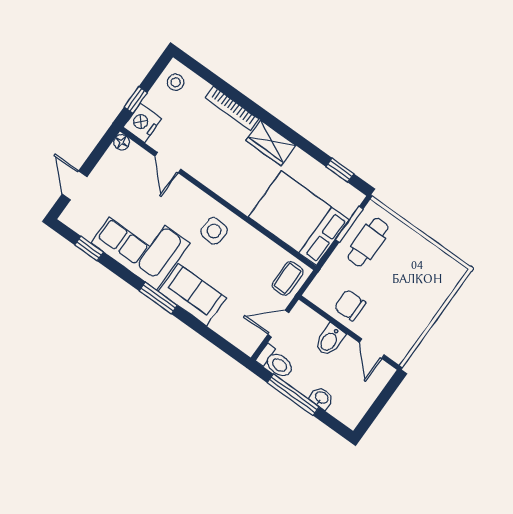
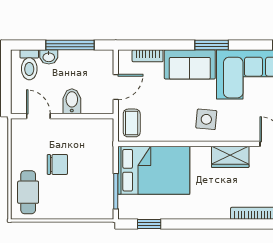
wardrobe: (271, 143) -> (230, 157), moved, turned 180
cafe table: (368, 242) -> (28, 192), moved
chair: (350, 305) -> (57, 164), moved
bookcase: (227, 332) -> (148, 56), added
toilet: (276, 362) -> (29, 65), moved, turned -90

